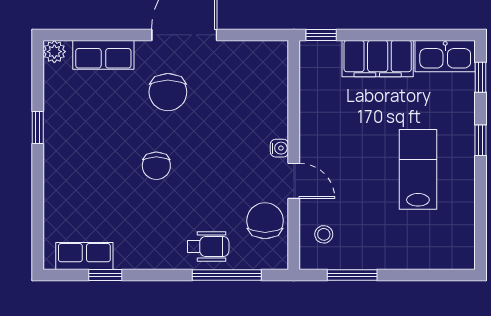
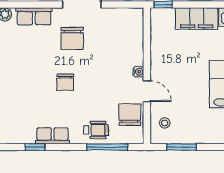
row of seats: (84, 256) -> (53, 136), moved

